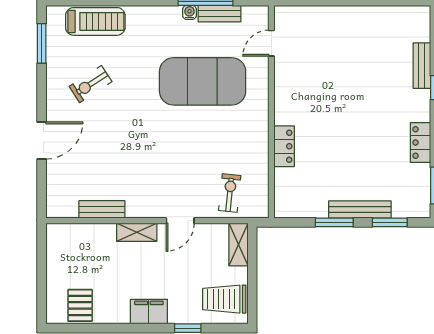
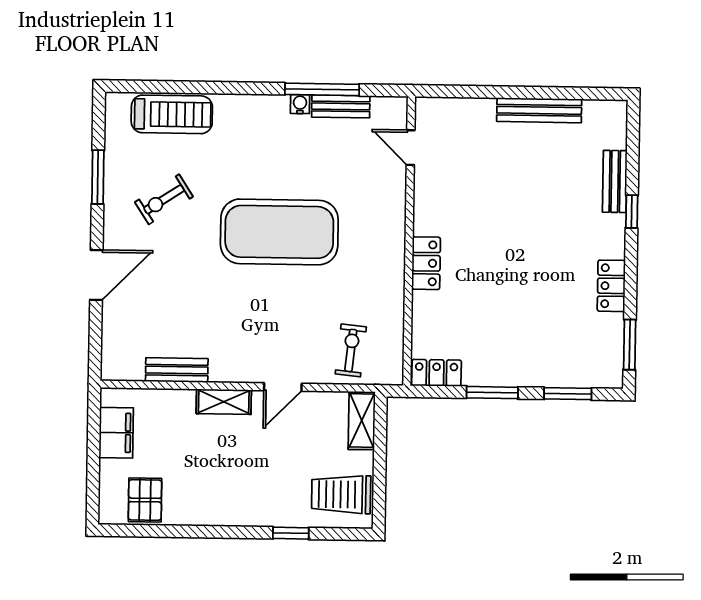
window: (42, 43) -> (98, 177), moved
door: (271, 43) -> (411, 148), hinge flipped
exercise mat: (203, 81) -> (279, 232), moved
locker: (284, 146) -> (426, 263), moved
locker: (293, 209) -> (436, 373), added
bench: (360, 209) -> (539, 110), moved
filing cabinet: (149, 312) -> (116, 433), moved, turned 90

